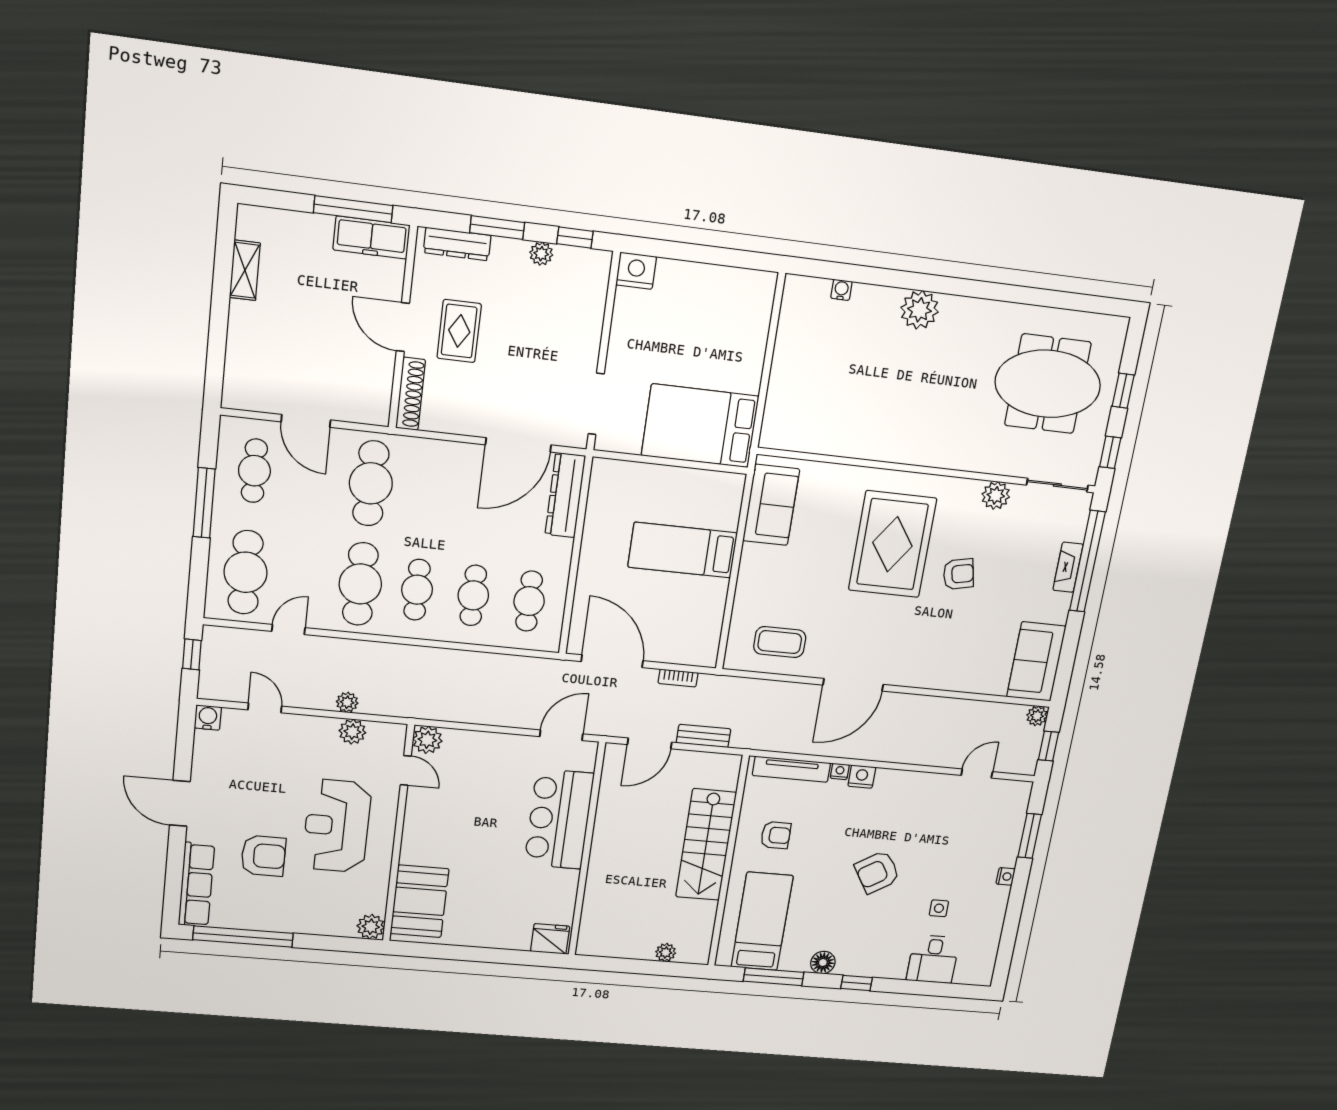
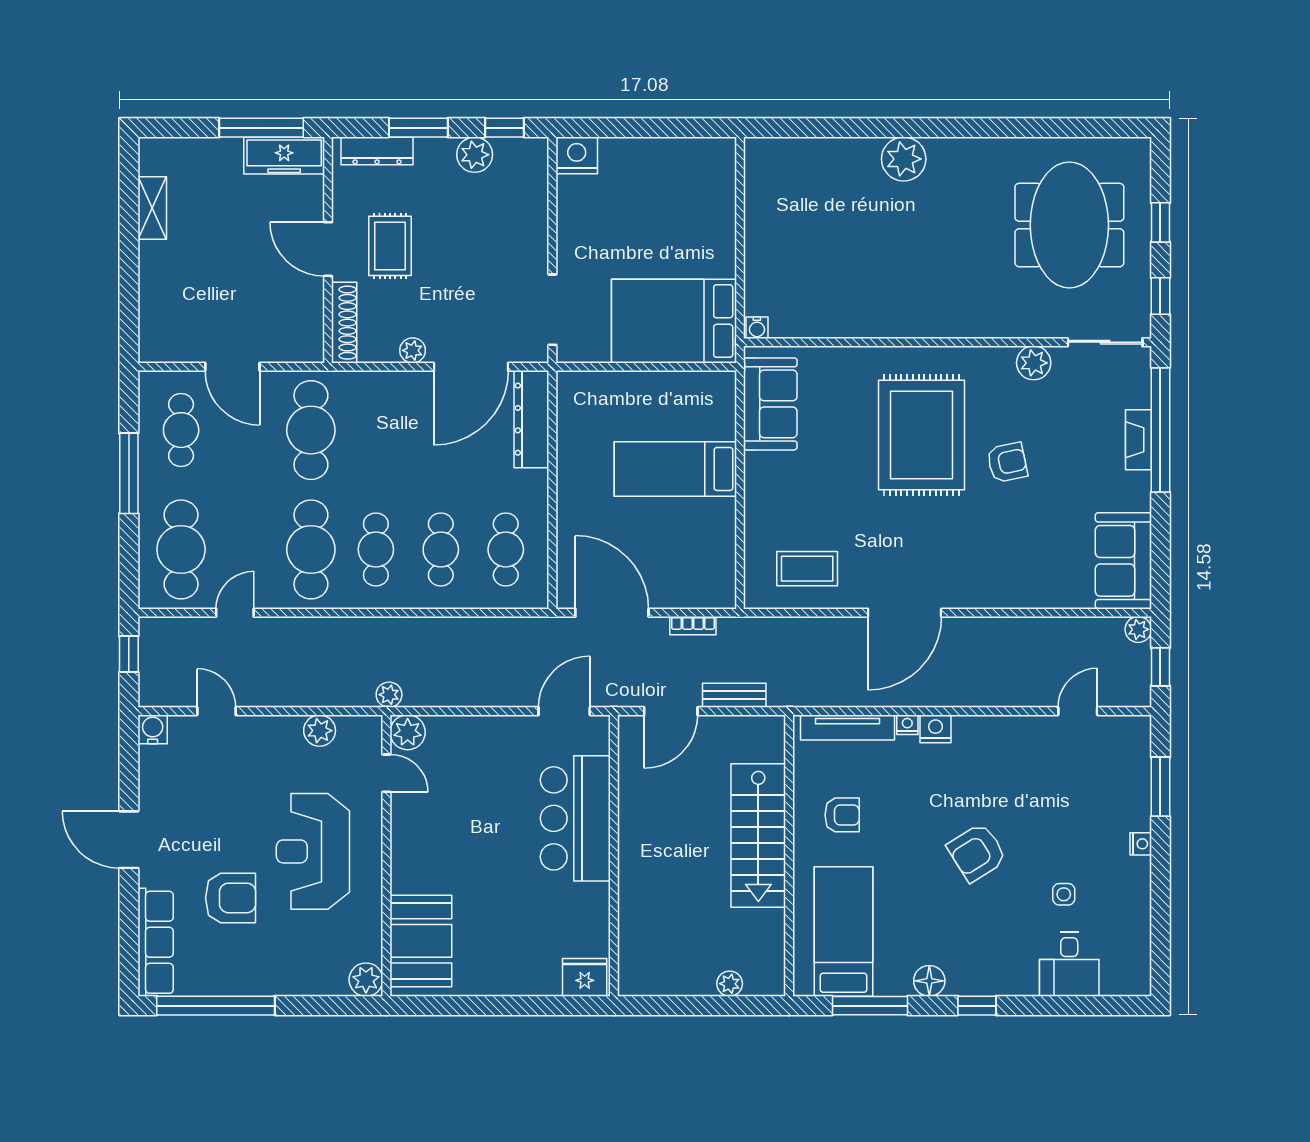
plant: (541, 254) -> (475, 155), width x1.38, depth x1.38
water cooler: (841, 290) -> (757, 328), moved, turned 180
meeting table: (1048, 384) -> (1069, 225), turned 90
plant: (469, 425) -> (413, 350), added
plant: (347, 702) -> (389, 695), moved

